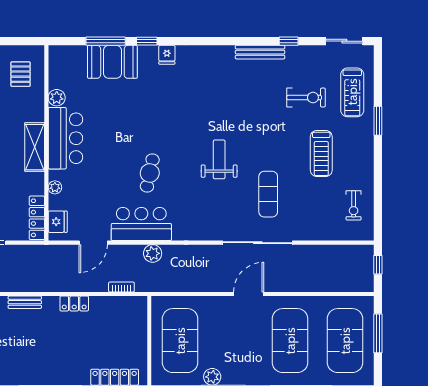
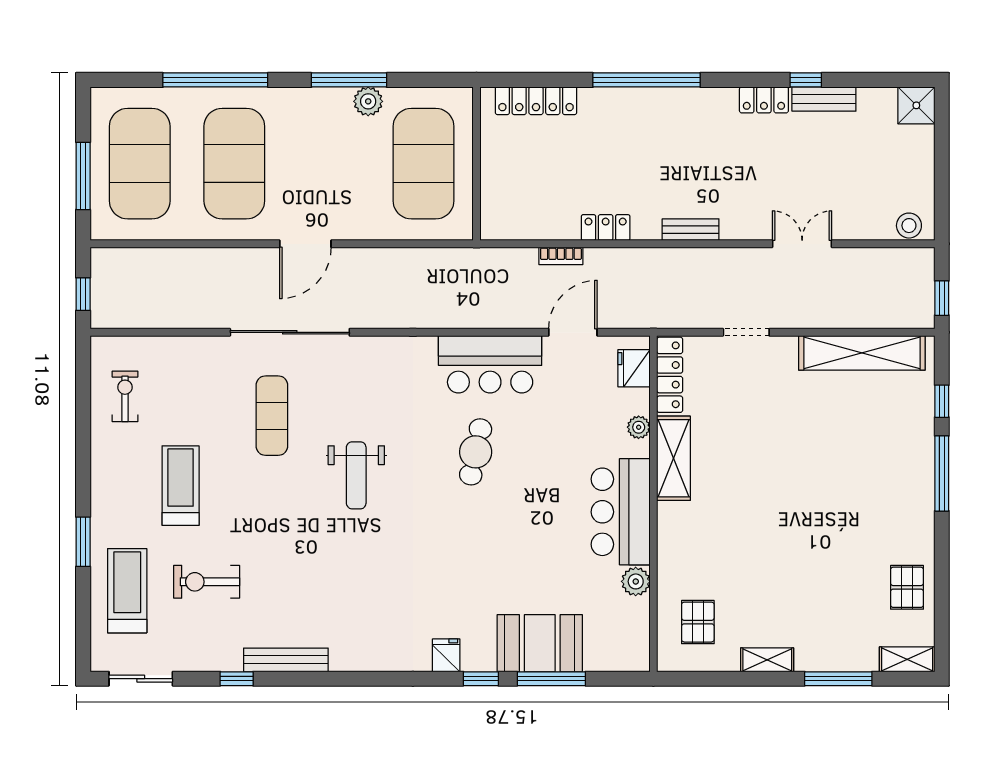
shelving: (35, 147) -> (674, 458), moved
plant: (153, 253) -> (471, 314), removed
bookcase: (121, 287) -> (561, 256), moved

